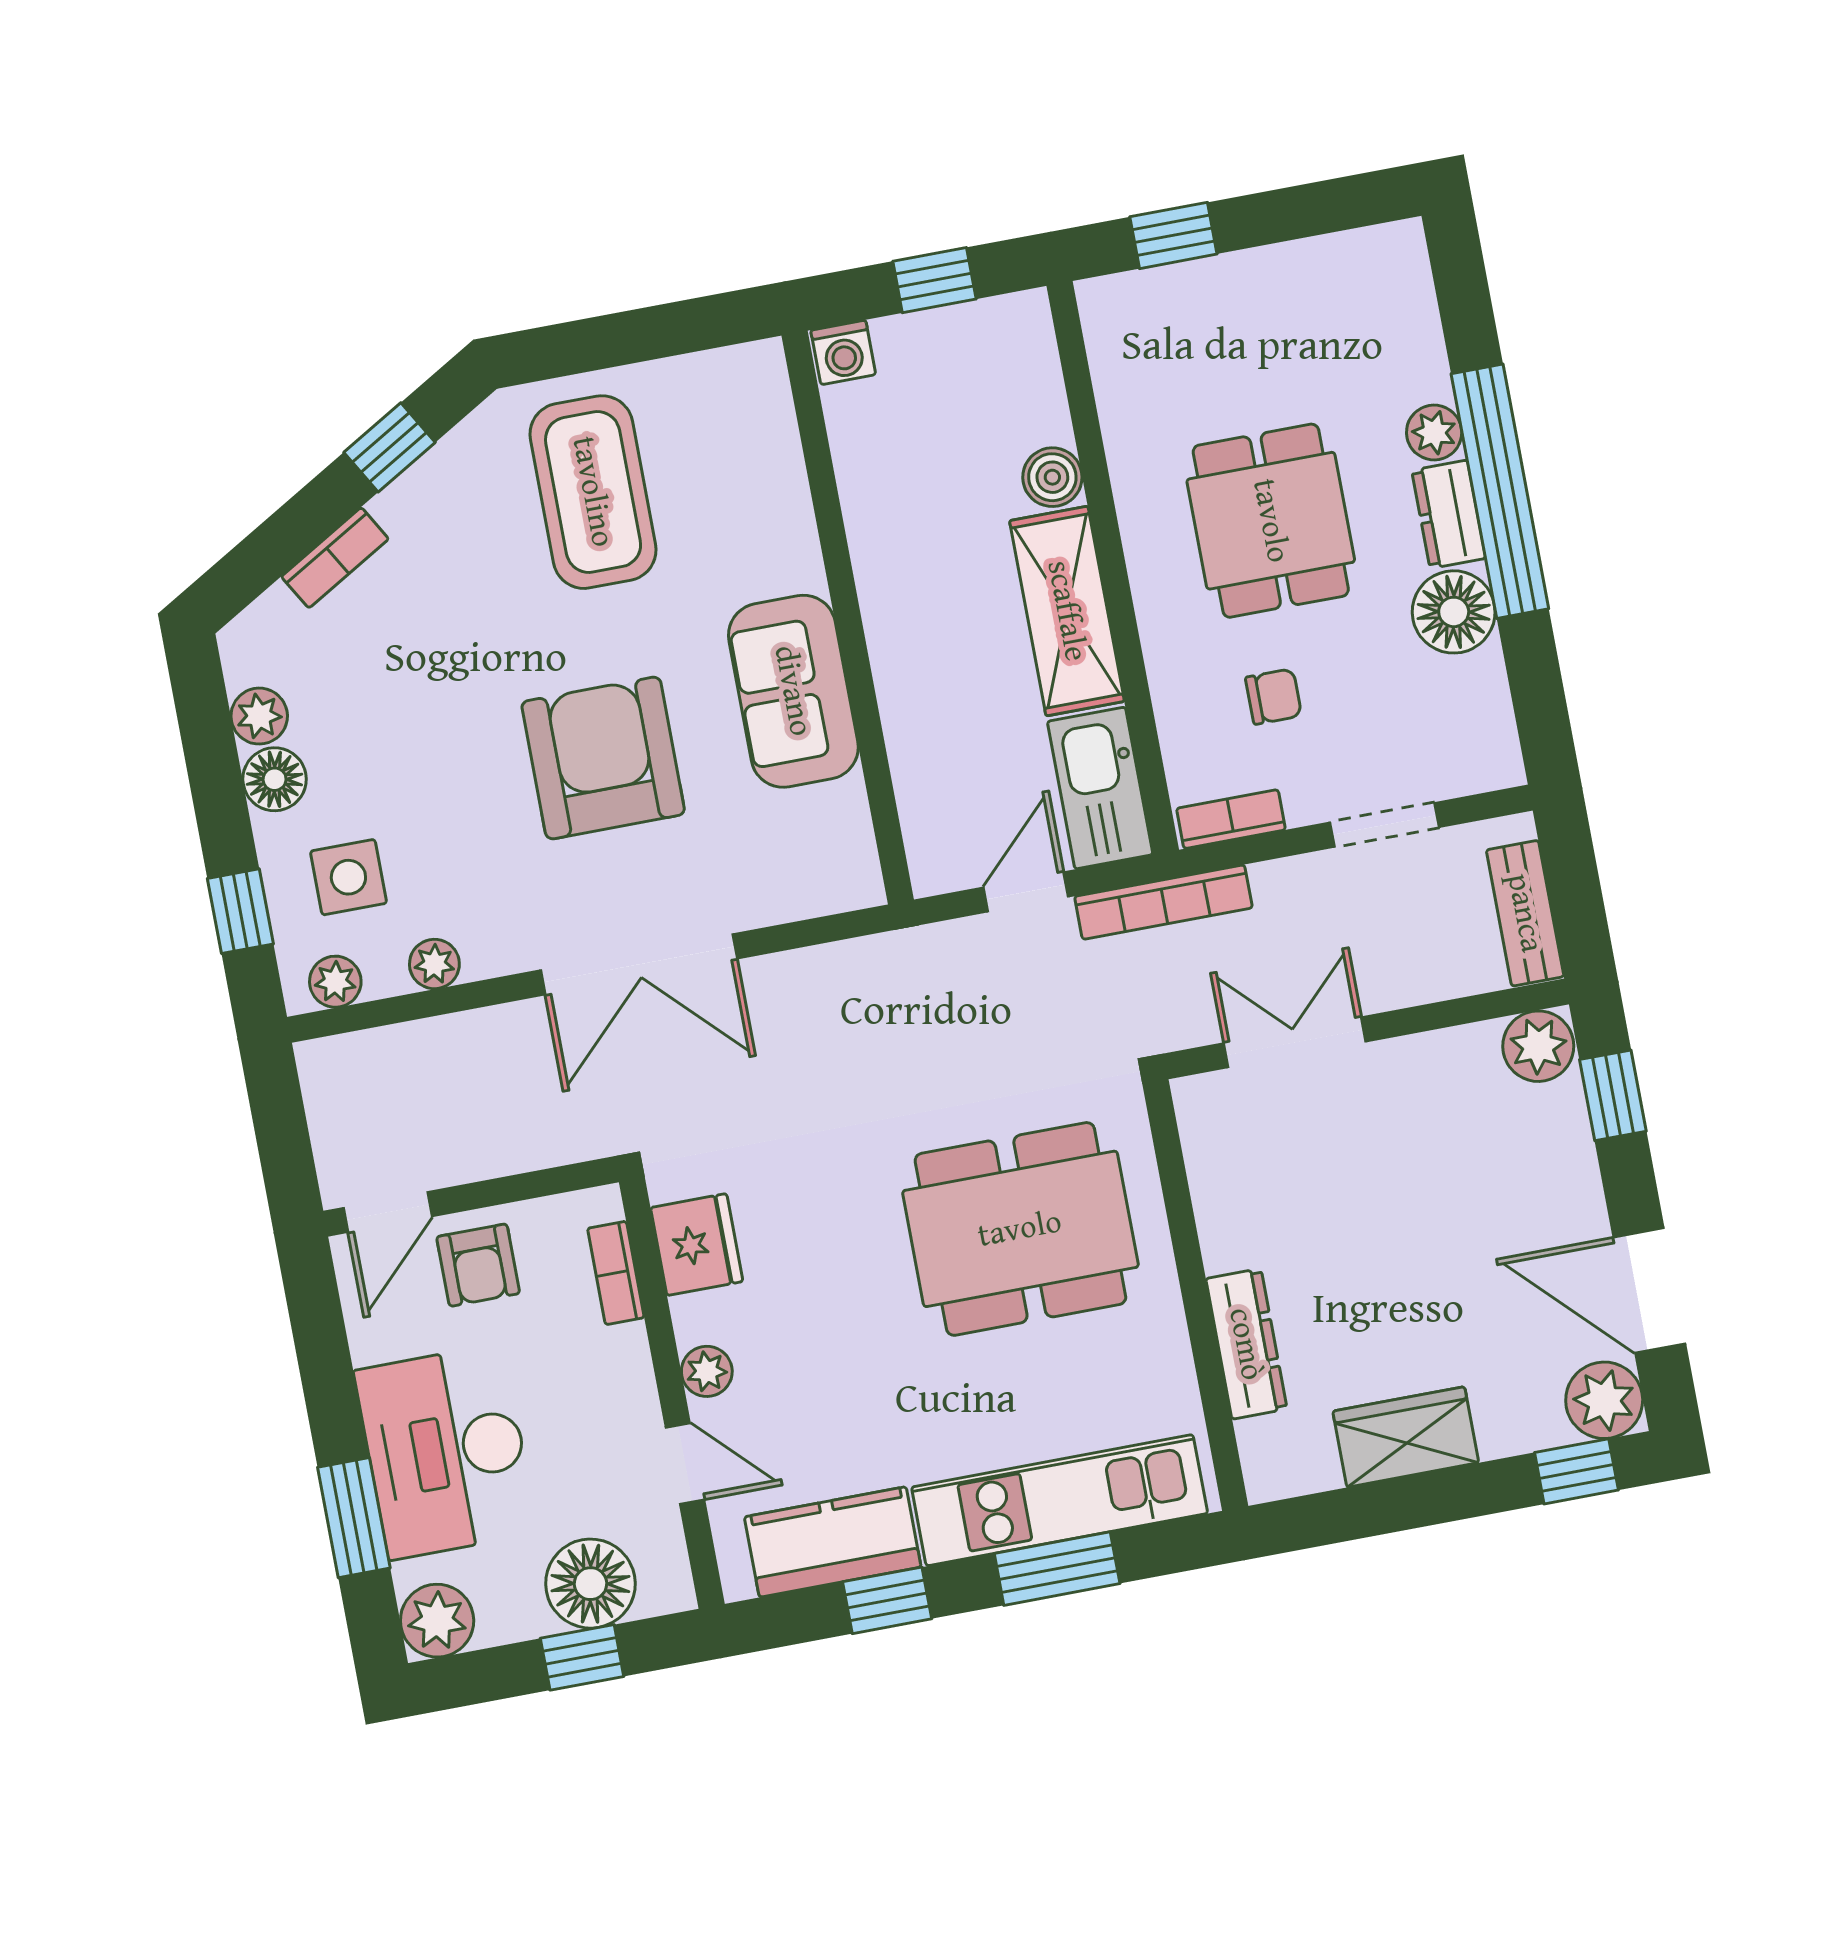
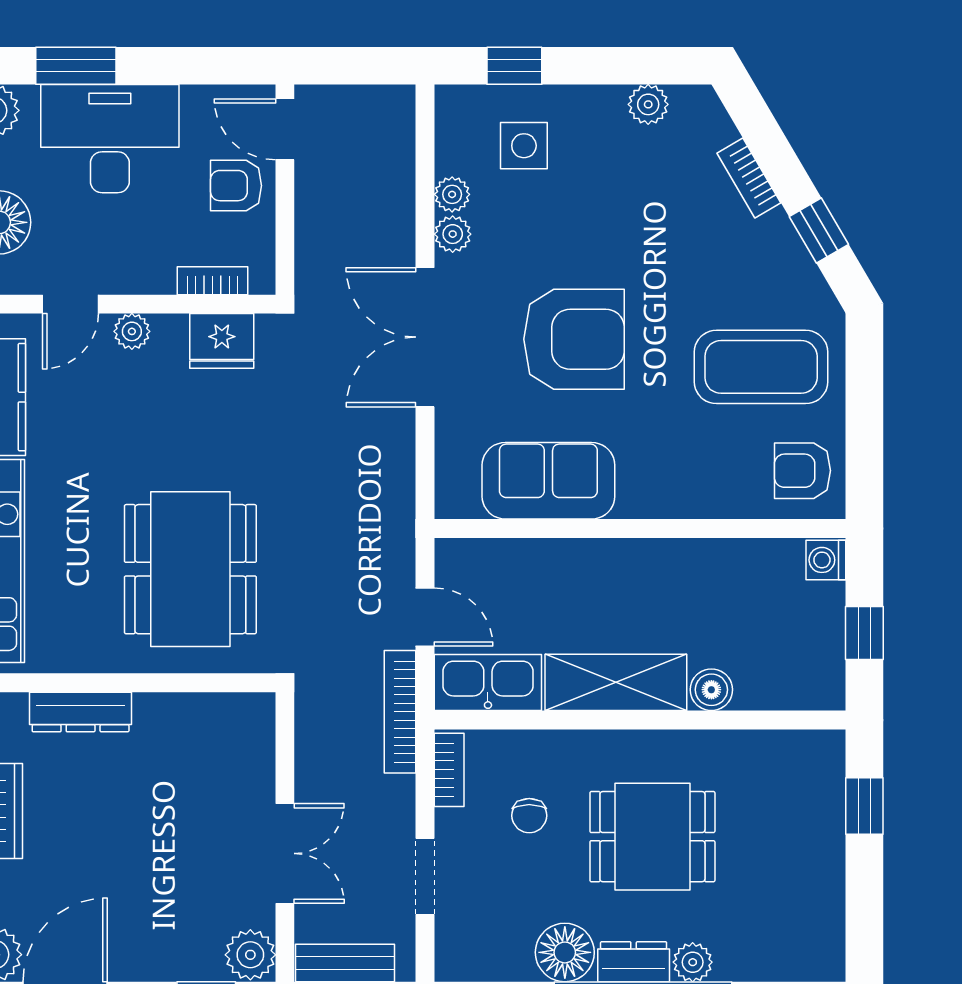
armchair: (726, 408) -> (802, 471), added
sofa: (793, 691) -> (548, 481), moved
floor lamp: (275, 779) -> (602, 107), removed
plant: (335, 982) -> (453, 234), moved
double door: (1295, 1042) -> (285, 853), moved

